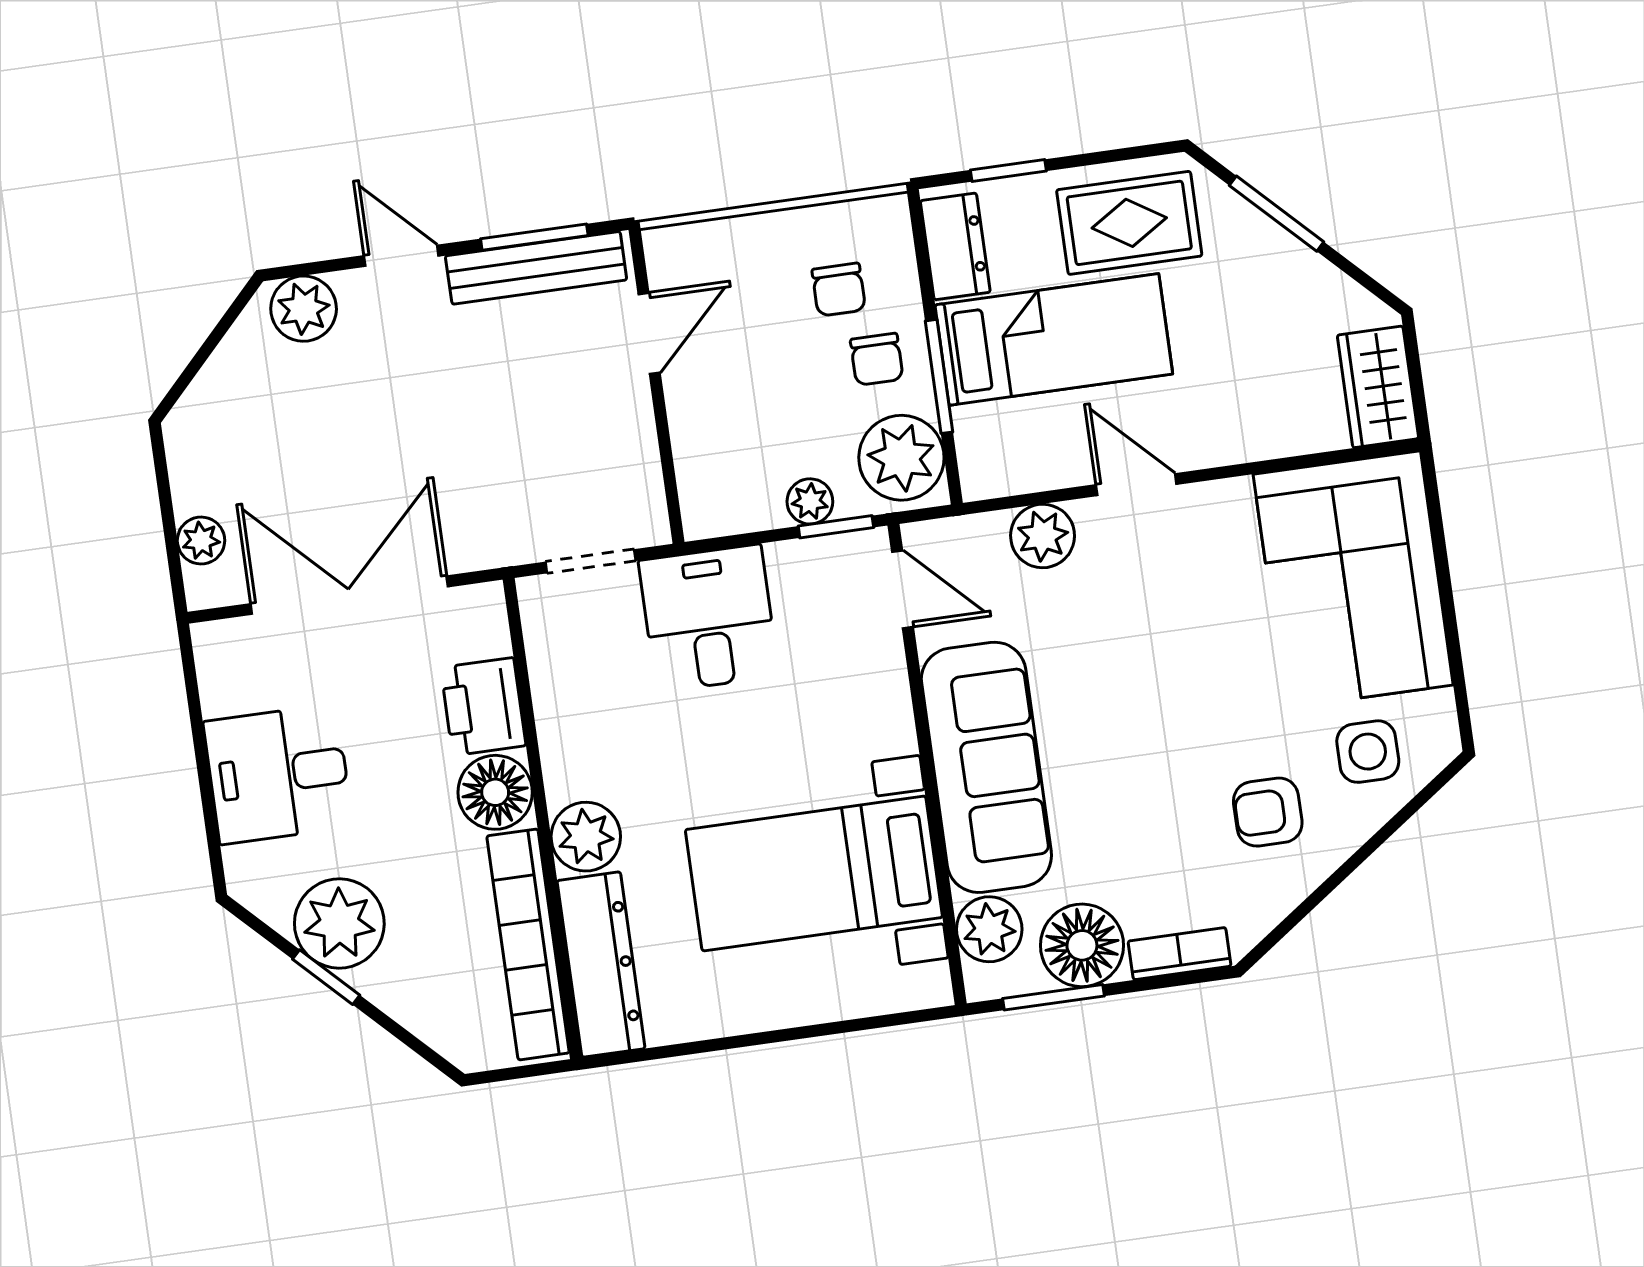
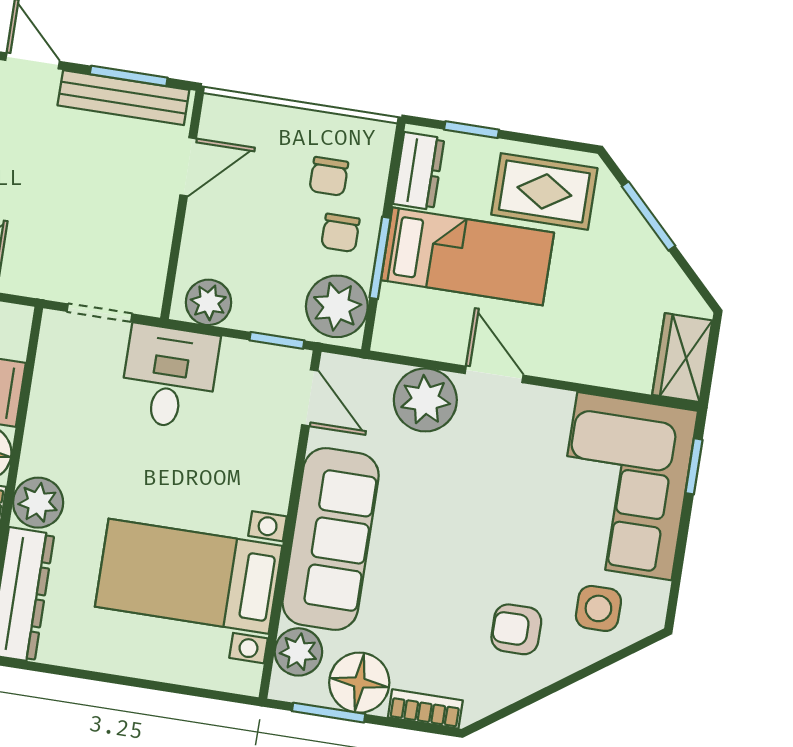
plant: (810, 501) -> (208, 302), moved, width x1.38, depth x1.38
window: (1437, 526) -> (694, 466), added
plant: (1043, 536) -> (425, 400), width x1.36, depth x1.36

